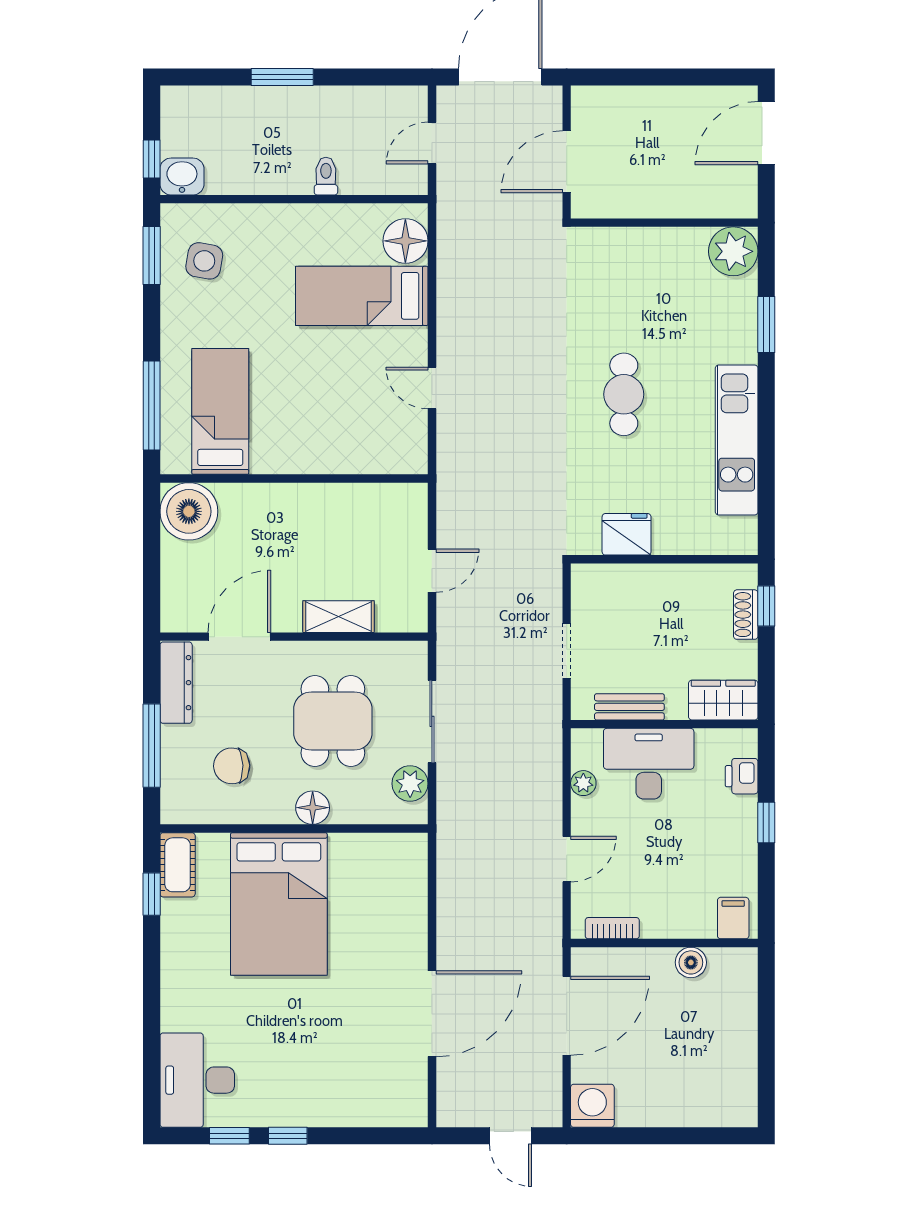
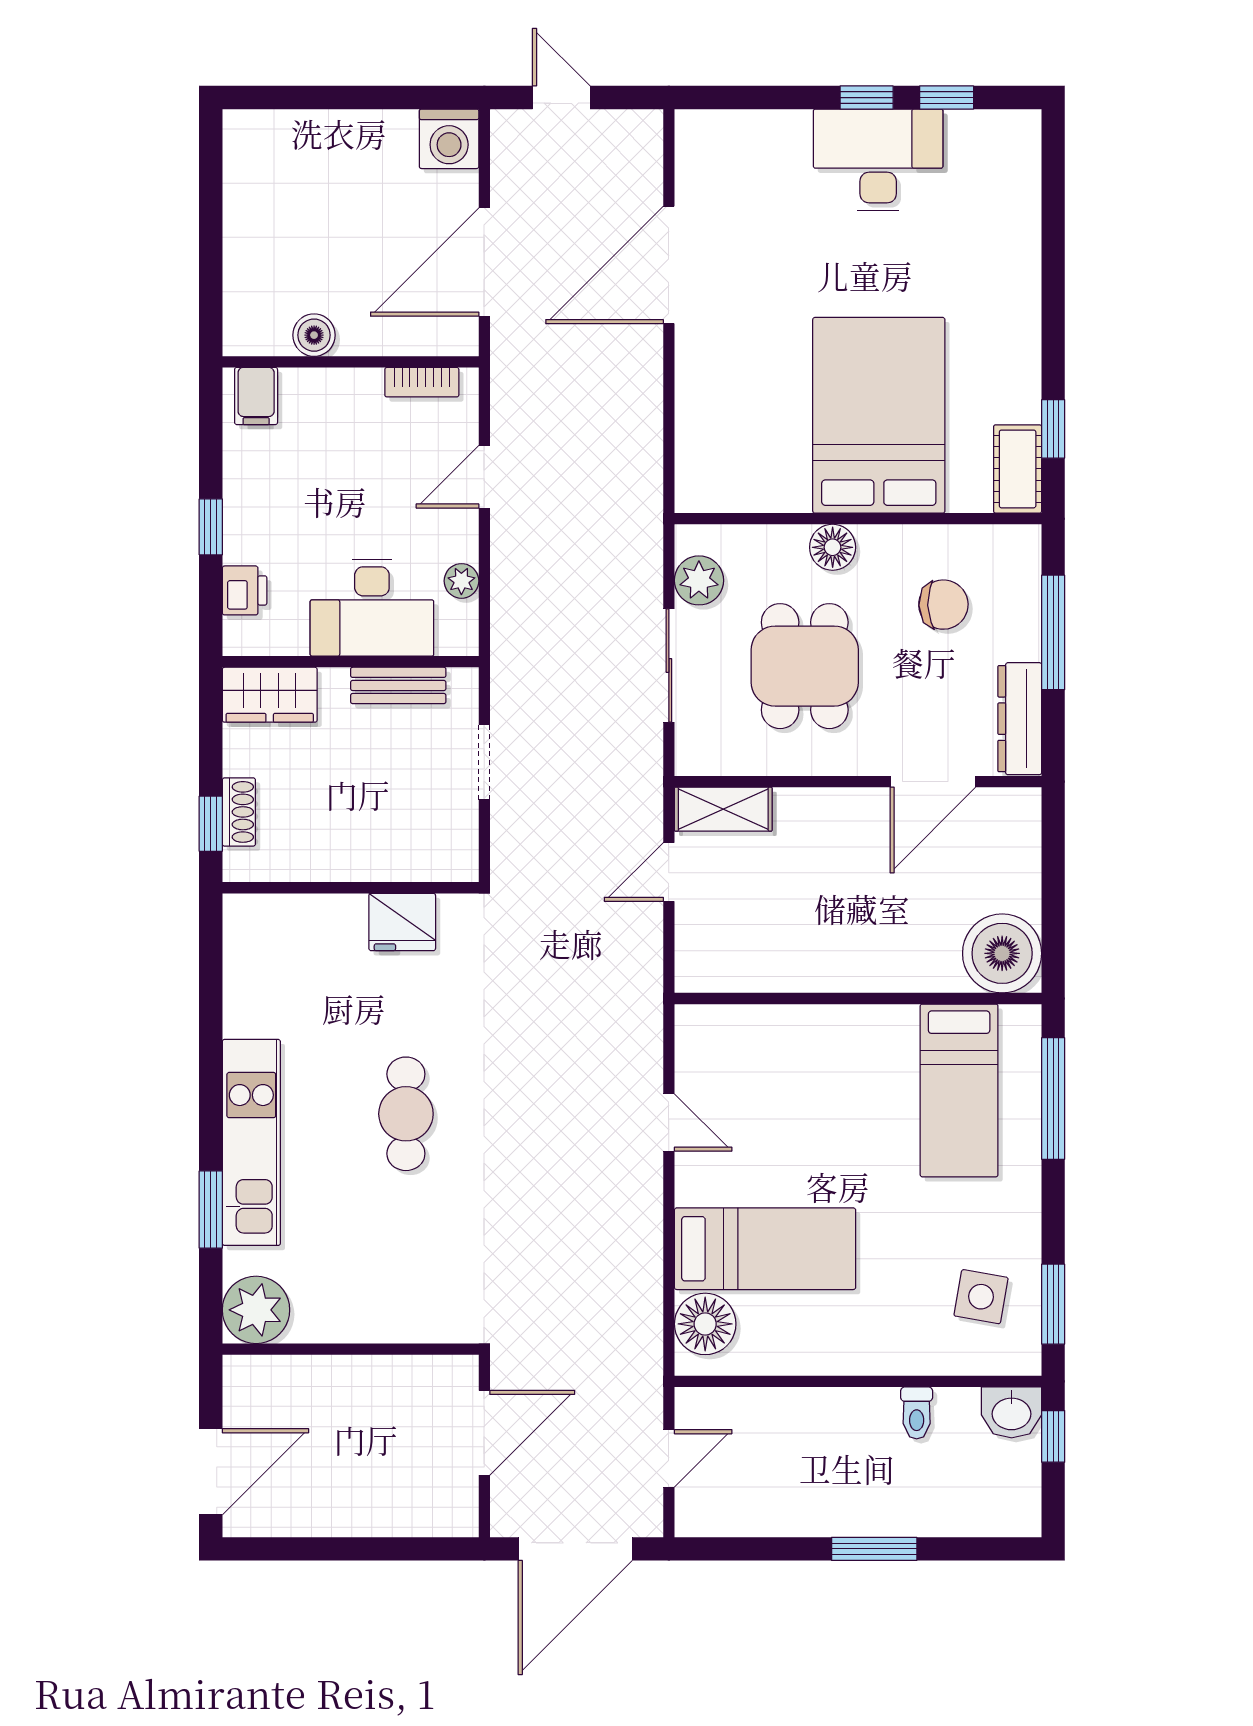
toilet: (326, 176) -> (917, 1413), moved
kitchen unit: (737, 440) -> (251, 1142), moved
shelving: (339, 617) -> (723, 809), moved
desk: (197, 1080) -> (878, 160), moved, turned -90

